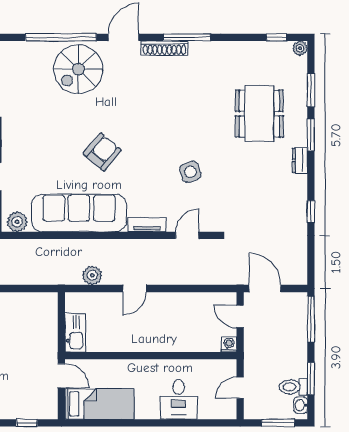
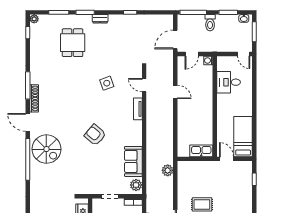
dining table: (259, 114) -> (73, 43), width x0.73
sofa: (79, 213) -> (133, 161), width x0.54, depth x0.79
plant: (92, 275) -> (168, 170), moved
door: (134, 288) -> (175, 92), moved
door: (61, 376) -> (227, 159), hinge flipped
toilet: (293, 387) -> (210, 23), moved
door: (240, 388) -> (244, 54), moved
desk: (179, 399) -> (229, 82), moved, turned 180

